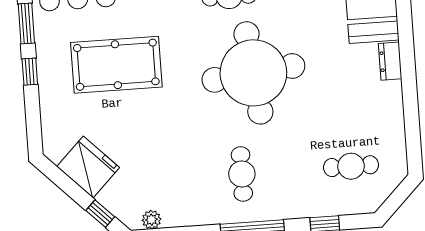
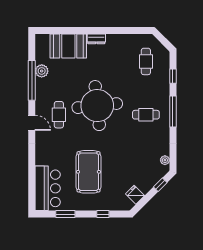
window: (30, 72) -> (103, 214), moved
fridge: (88, 167) -> (135, 195), width x0.53, depth x0.75

